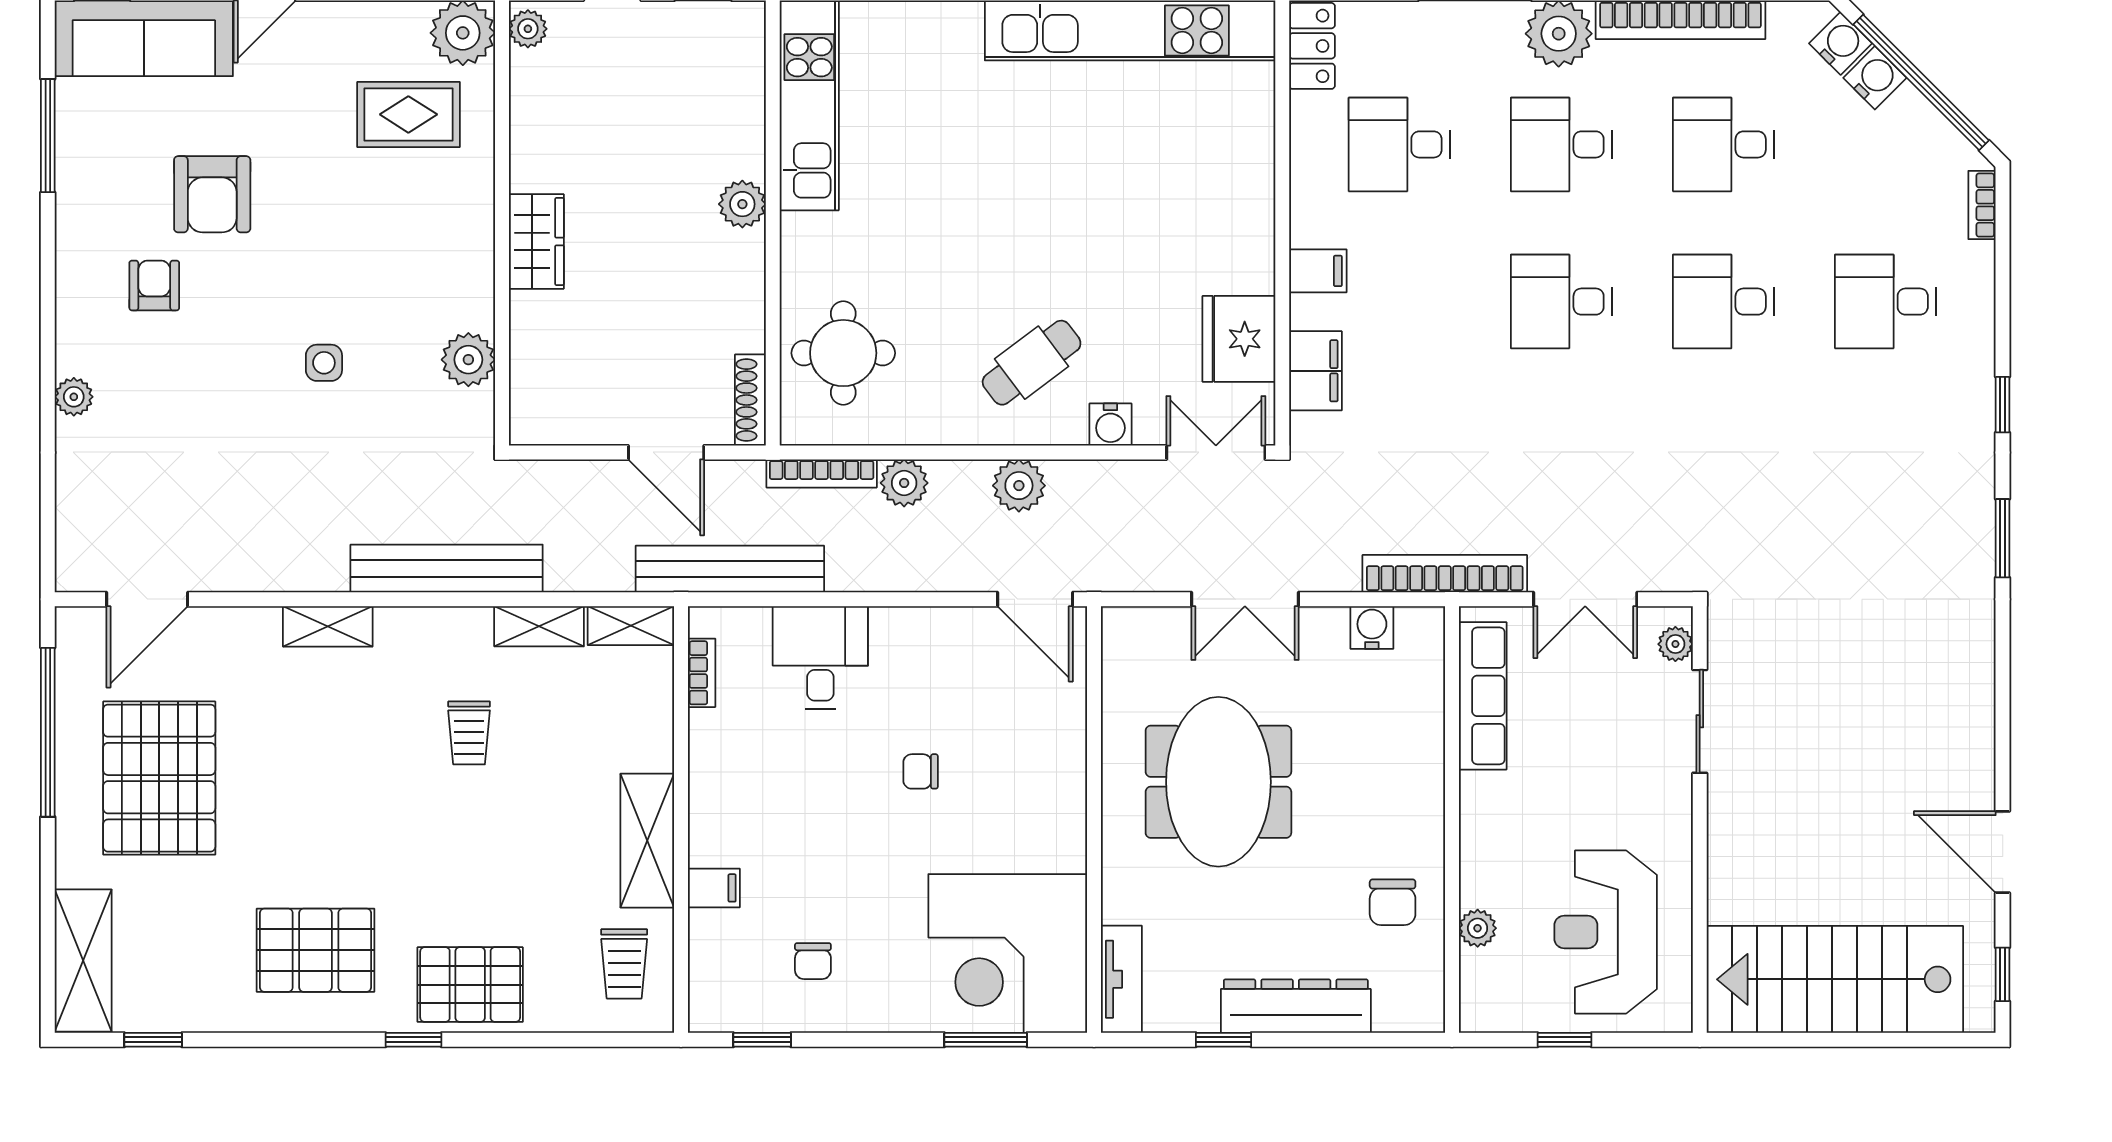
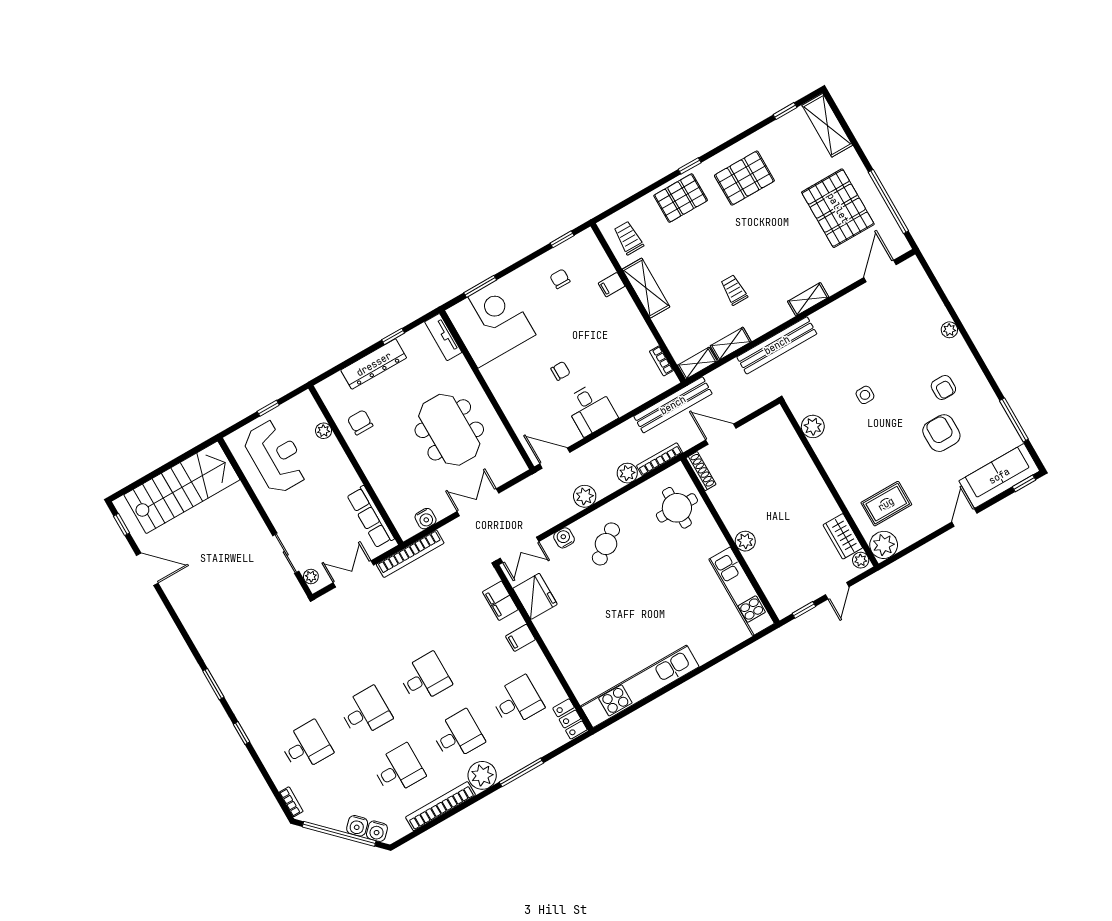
wardrobe: (536, 242) -> (843, 536), moved
desk: (820, 658) -> (591, 409), moved

